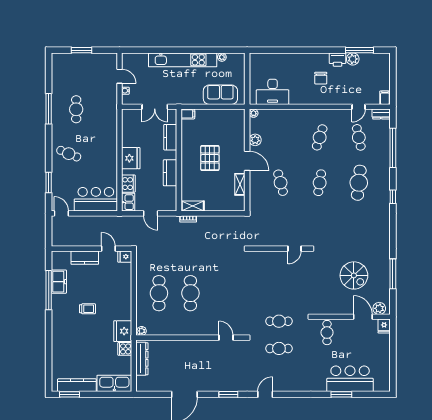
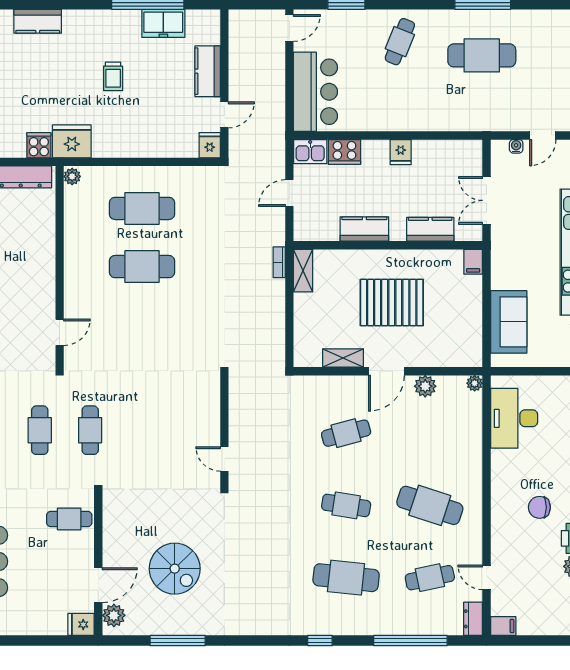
cafe table: (76, 109) -> (482, 55), width x1.37, depth x1.35
cafe table: (320, 137) -> (430, 505), width x1.37, depth x1.35
fridge: (131, 158) -> (401, 152), width x0.53, depth x0.75
pallet: (210, 158) -> (392, 303), width x1.37, depth x1.41
spiral stairs: (354, 275) -> (175, 569), turned -90
kitchen counter: (58, 350) -> (38, 21), added

